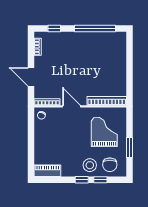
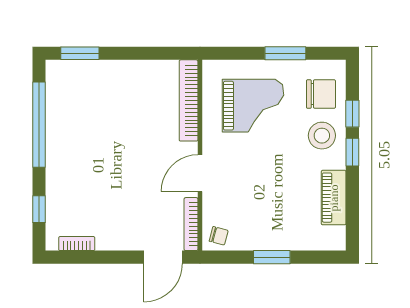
window: (129, 48) -> (80, 53), added
door: (31, 77) -> (163, 257), moved
grand piano: (104, 132) -> (253, 106), turned 180
window: (31, 141) -> (272, 257), added
piano: (47, 171) -> (334, 198), moved

